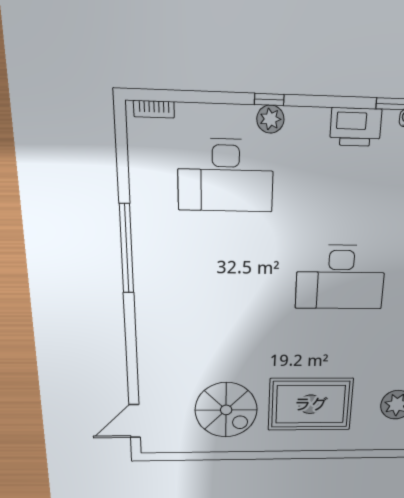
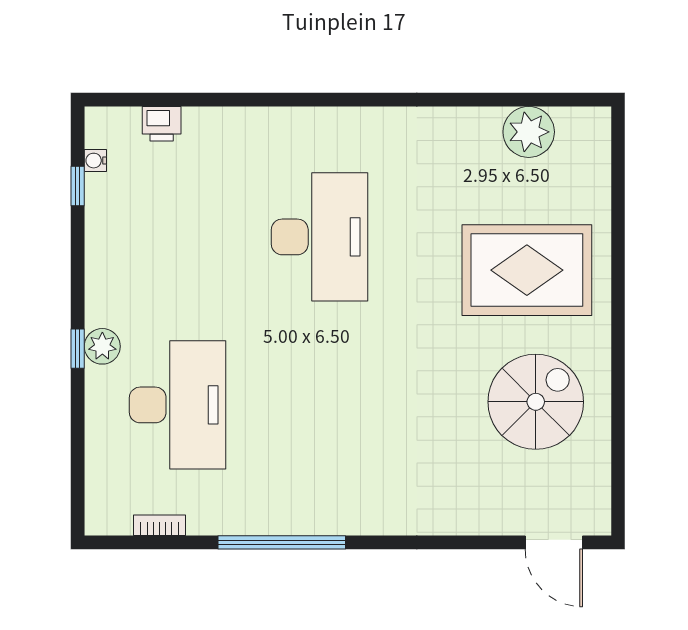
bookcase: (154, 109) -> (159, 525), moved, turned -90
printer: (356, 127) -> (109, 231), removed
rug: (311, 404) -> (527, 270), turned 90

